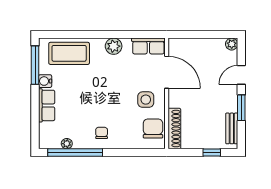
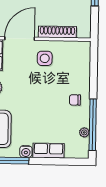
chair: (153, 128) -> (72, 52), removed
shoe rack: (174, 129) -> (57, 32), moved

